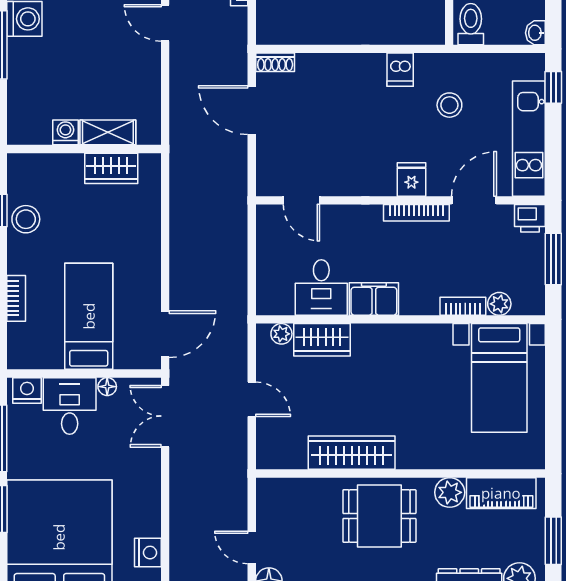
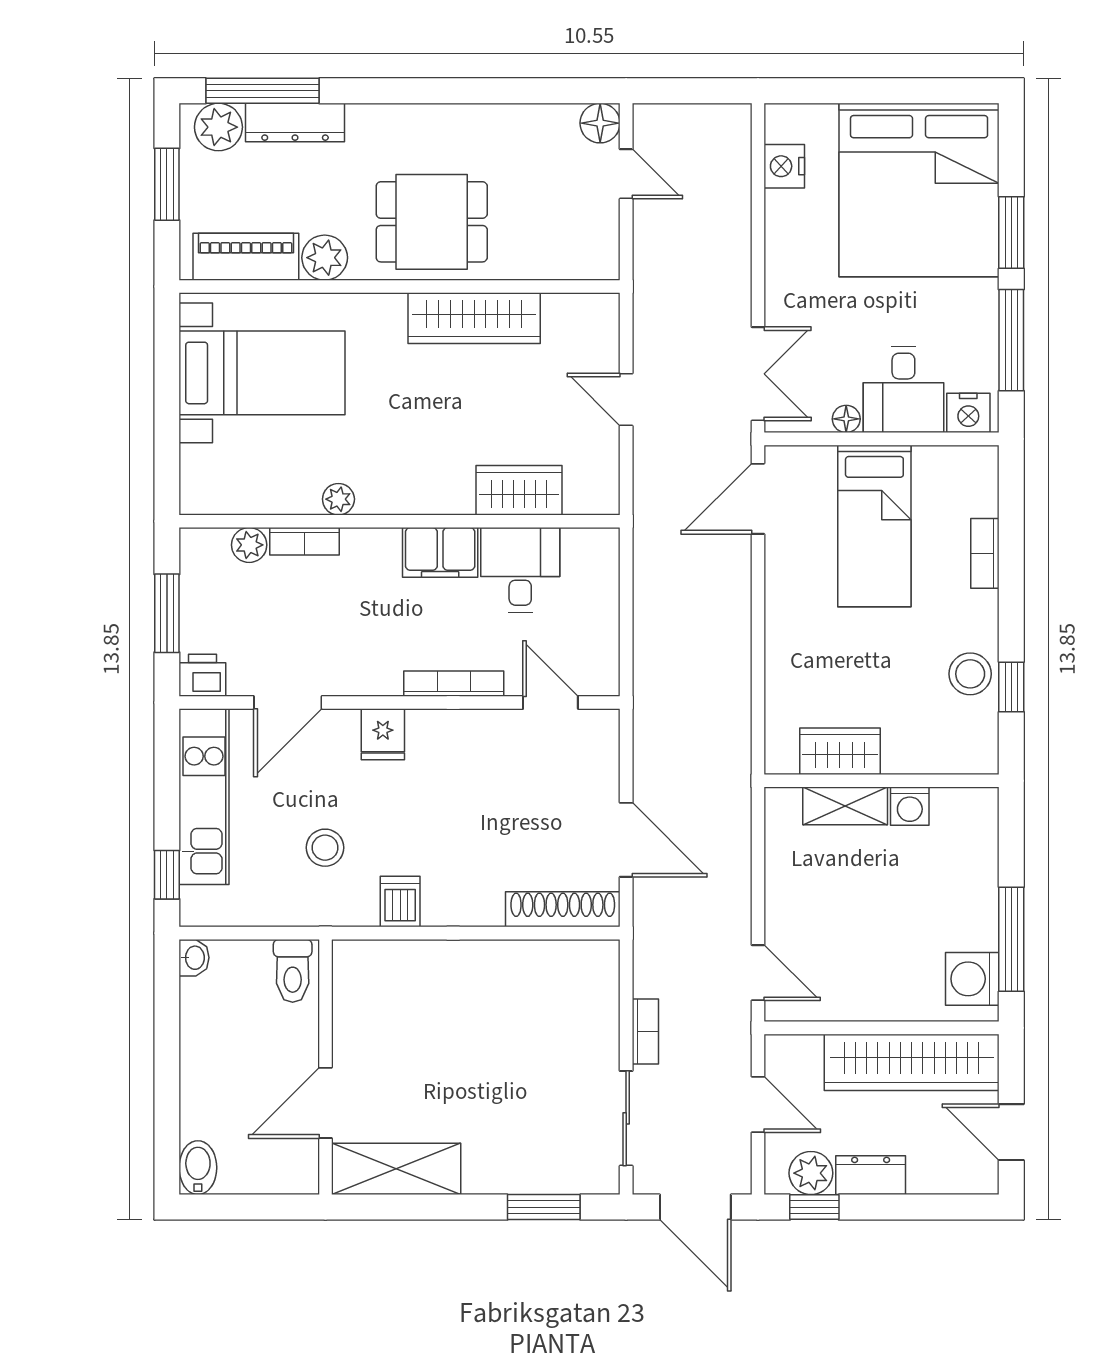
shoe rack: (275, 62) -> (563, 909), width x1.94, depth x1.24
bookcase: (416, 213) -> (454, 684), moved
plant: (281, 334) -> (338, 499), moved
bed with nightstands: (499, 378) -> (262, 373), moved, turned 90

